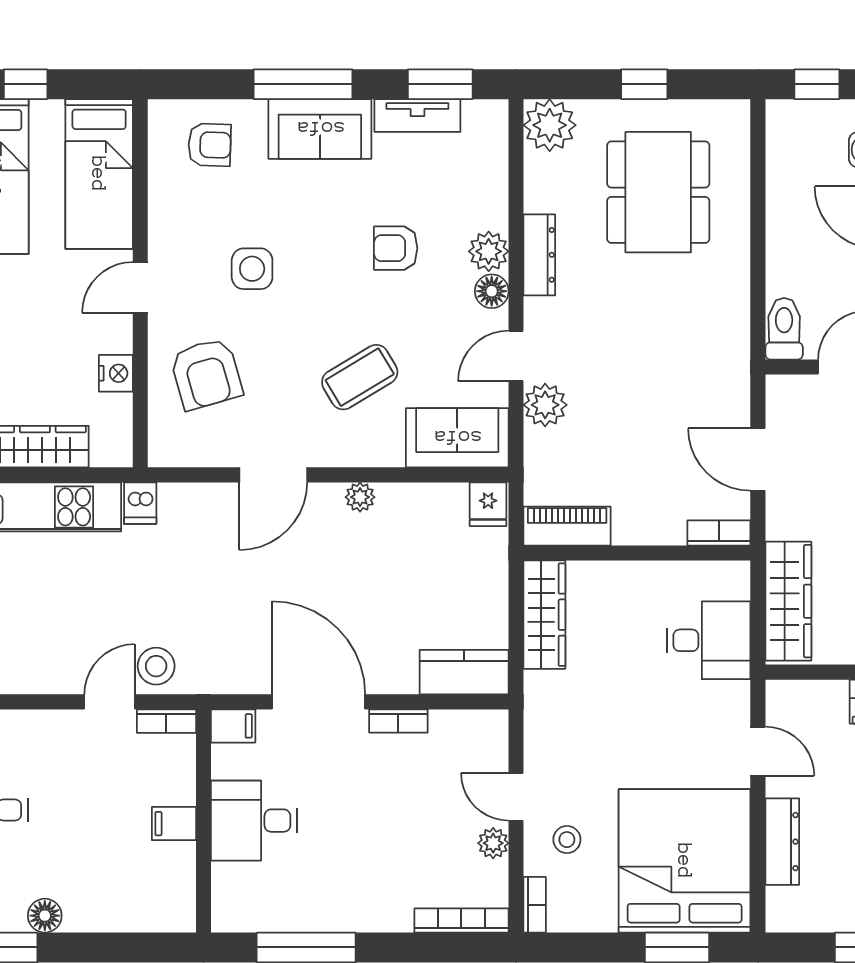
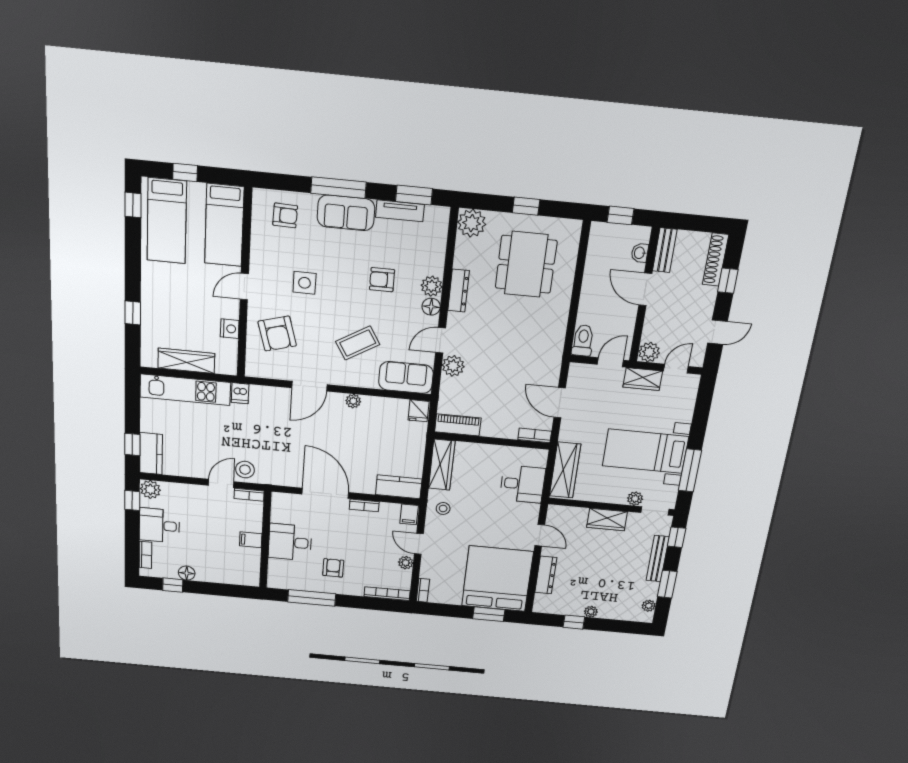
filing cabinet: (233, 726) -> (409, 514), moved, turned 90
stool: (567, 840) -> (443, 509), moved
armchair: (346, 871) -> (333, 568), added

